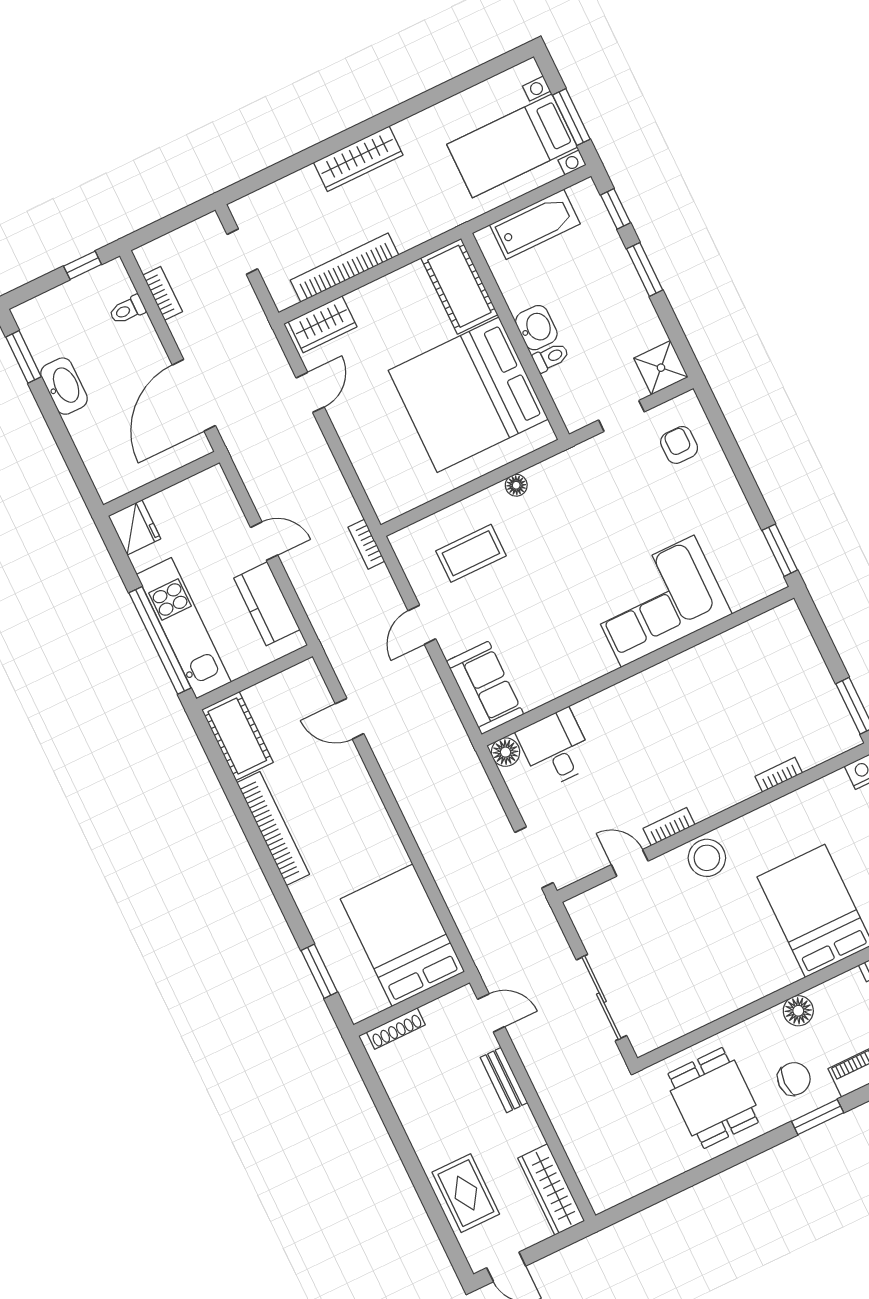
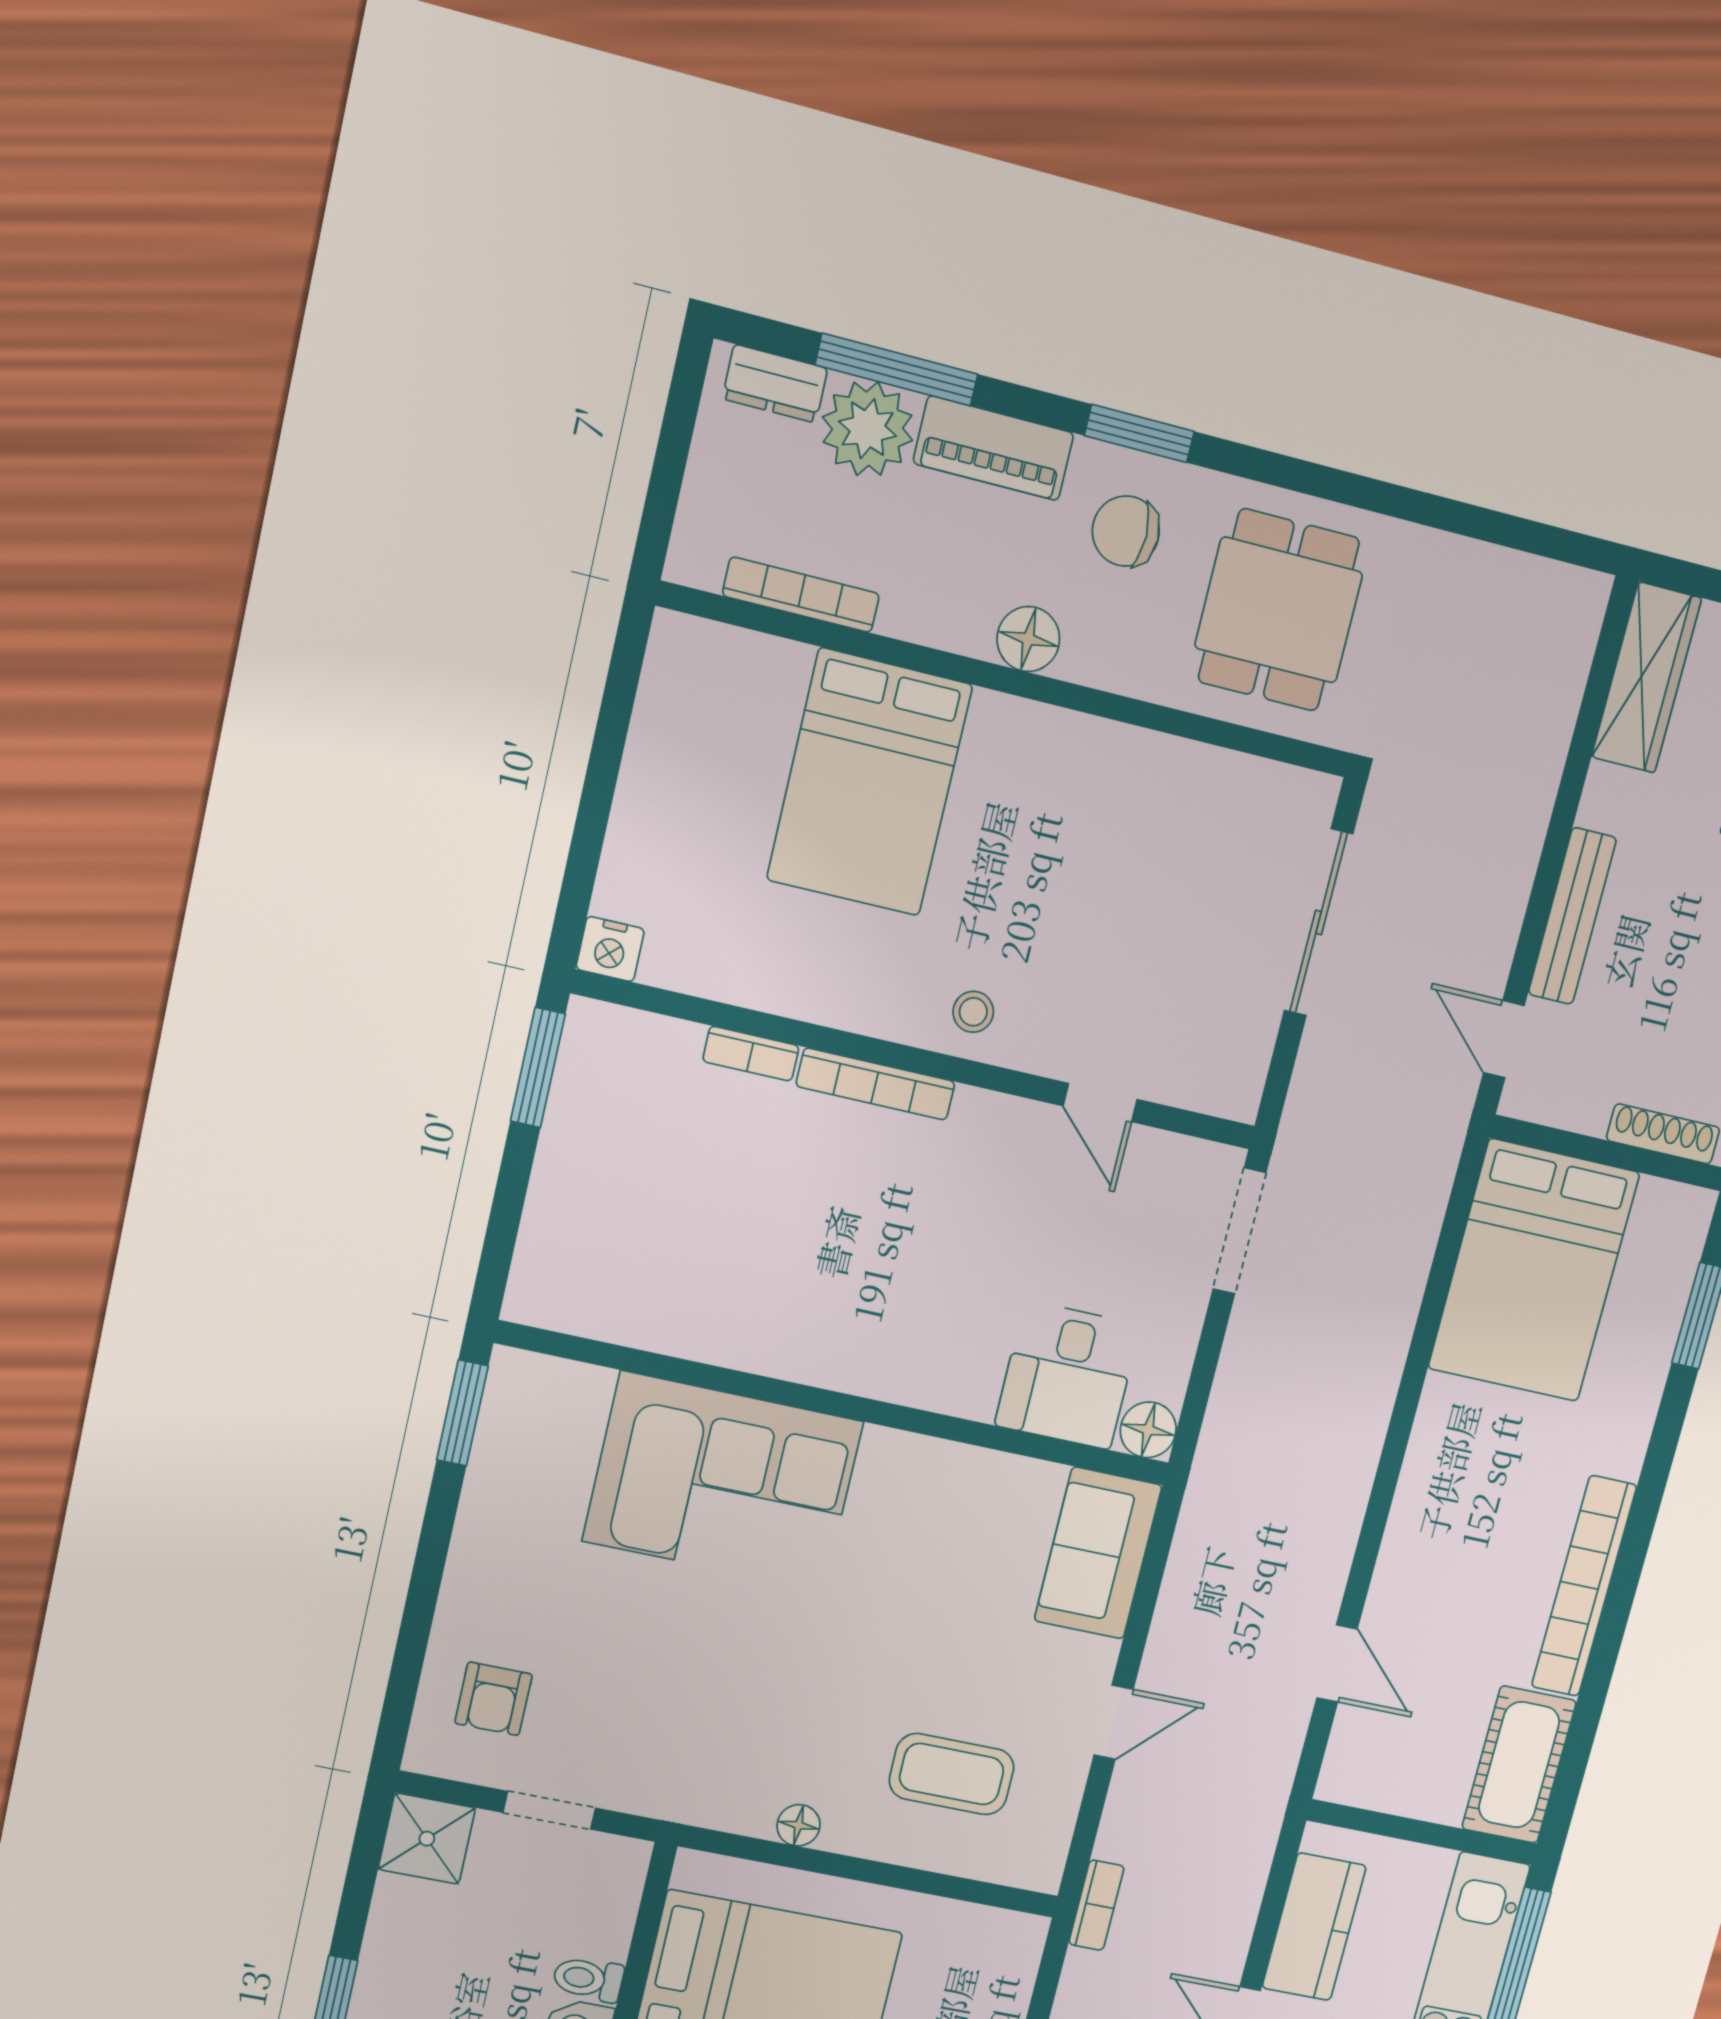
bookcase: (669, 827) -> (876, 1084), moved, width x1.56
stool: (707, 858) -> (973, 1012), width x0.53, depth x0.53
bench: (504, 1080) -> (1572, 916), width x1.36

